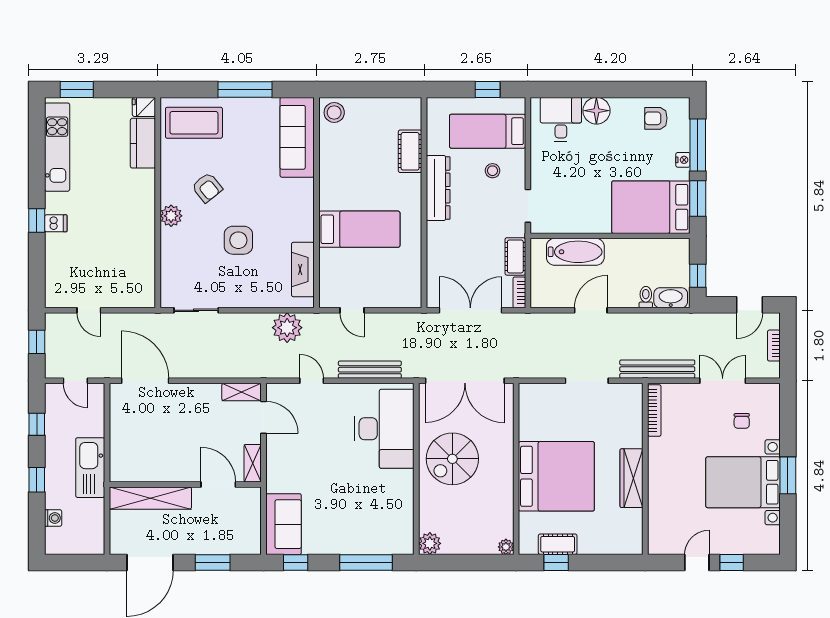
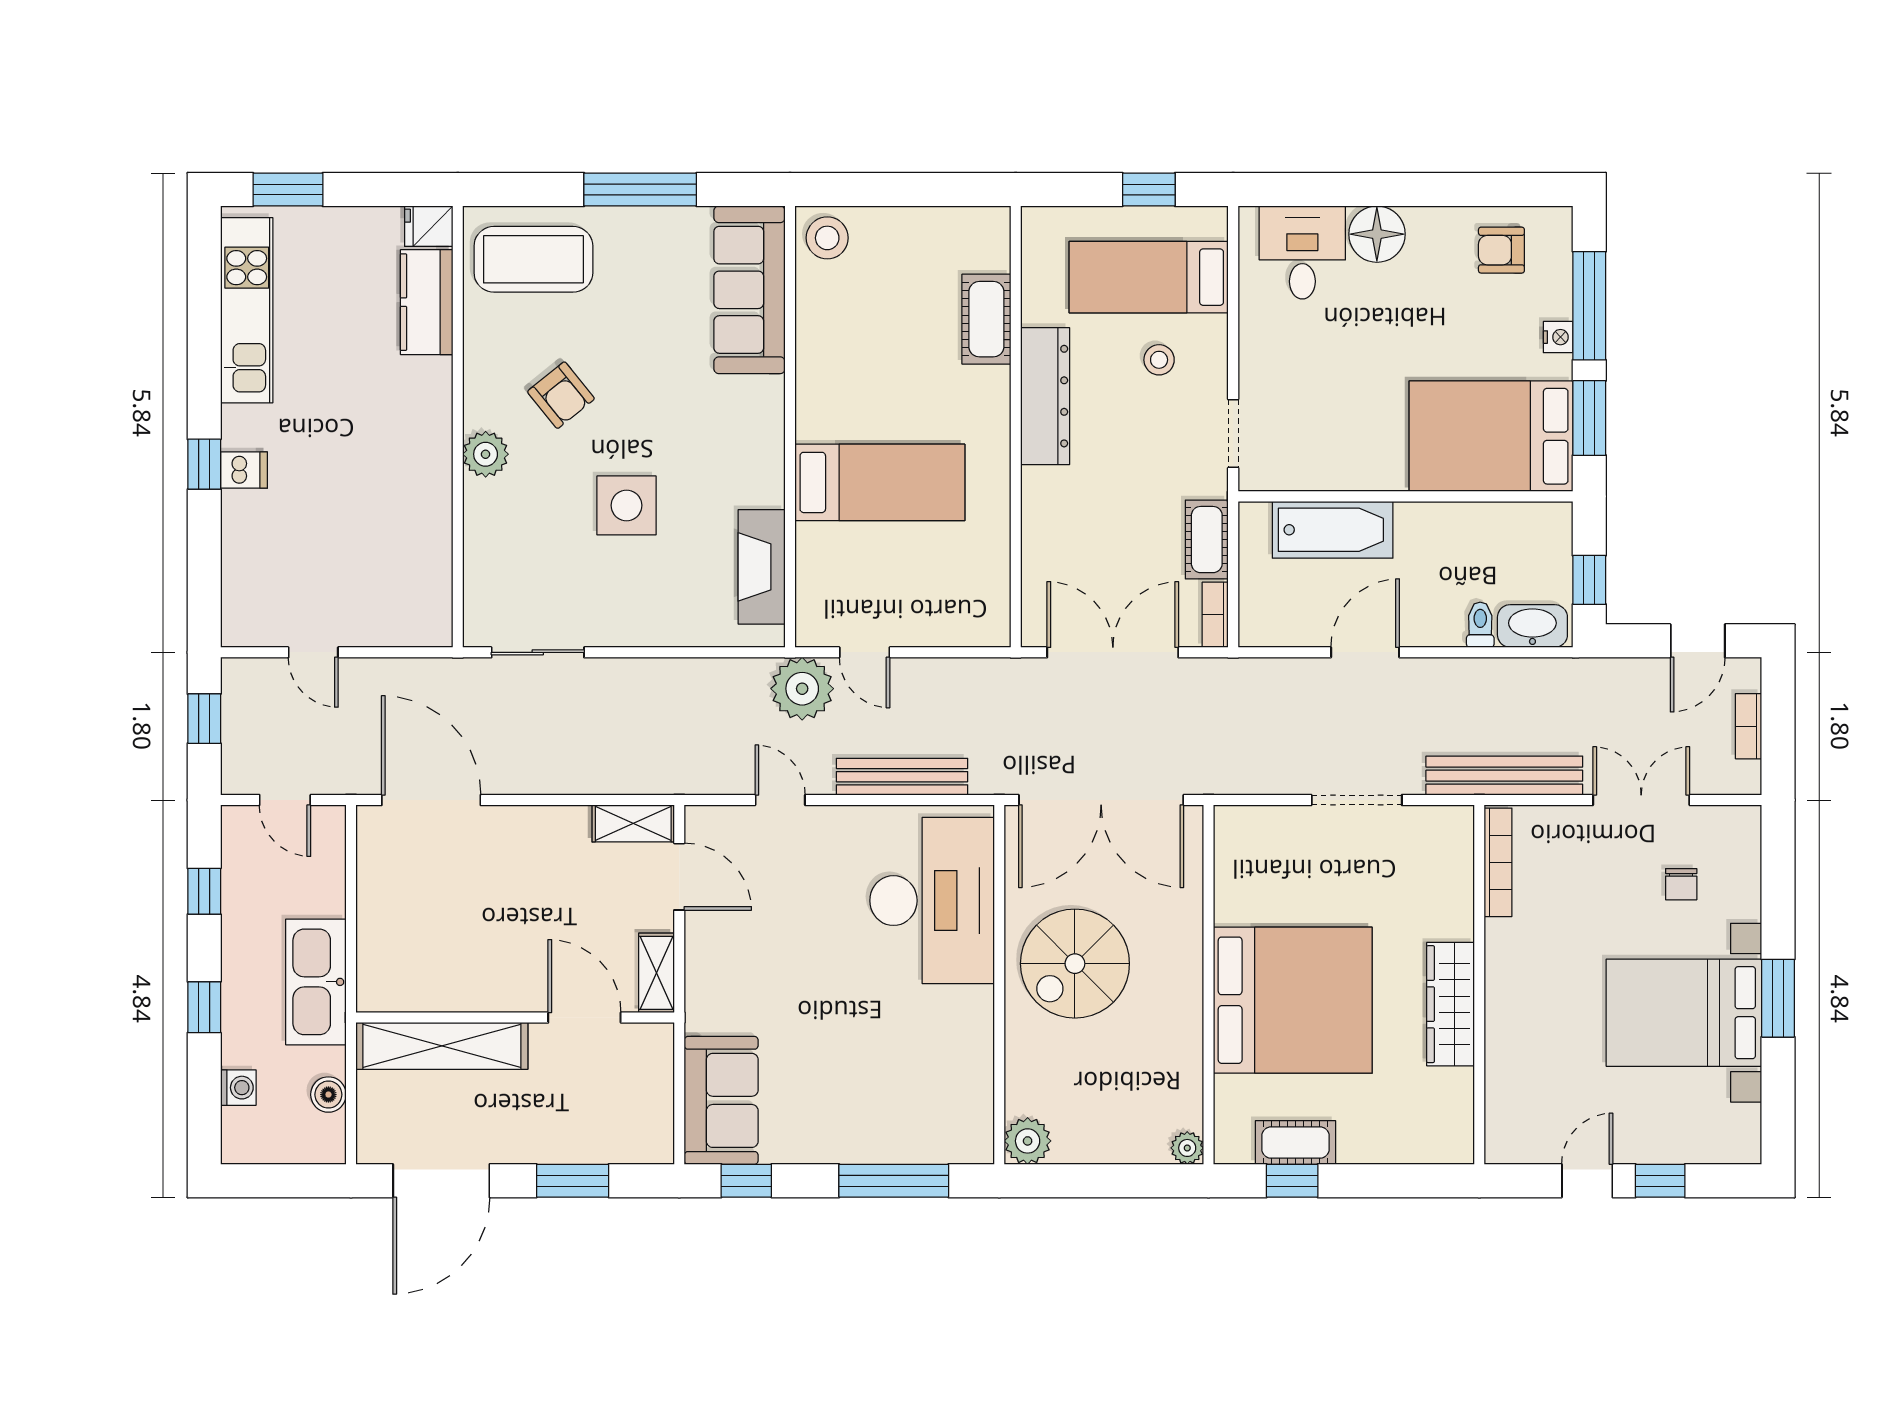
plant: (287, 328) -> (802, 689), moved
boiler: (96, 521) -> (328, 1095), added

